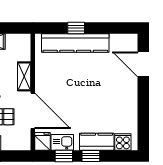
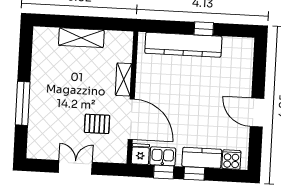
window: (76, 28) -> (204, 29), moved
door: (143, 64) -> (257, 113), moved

